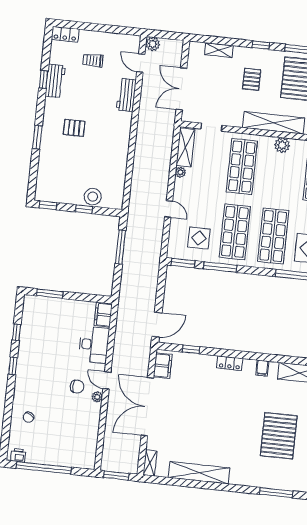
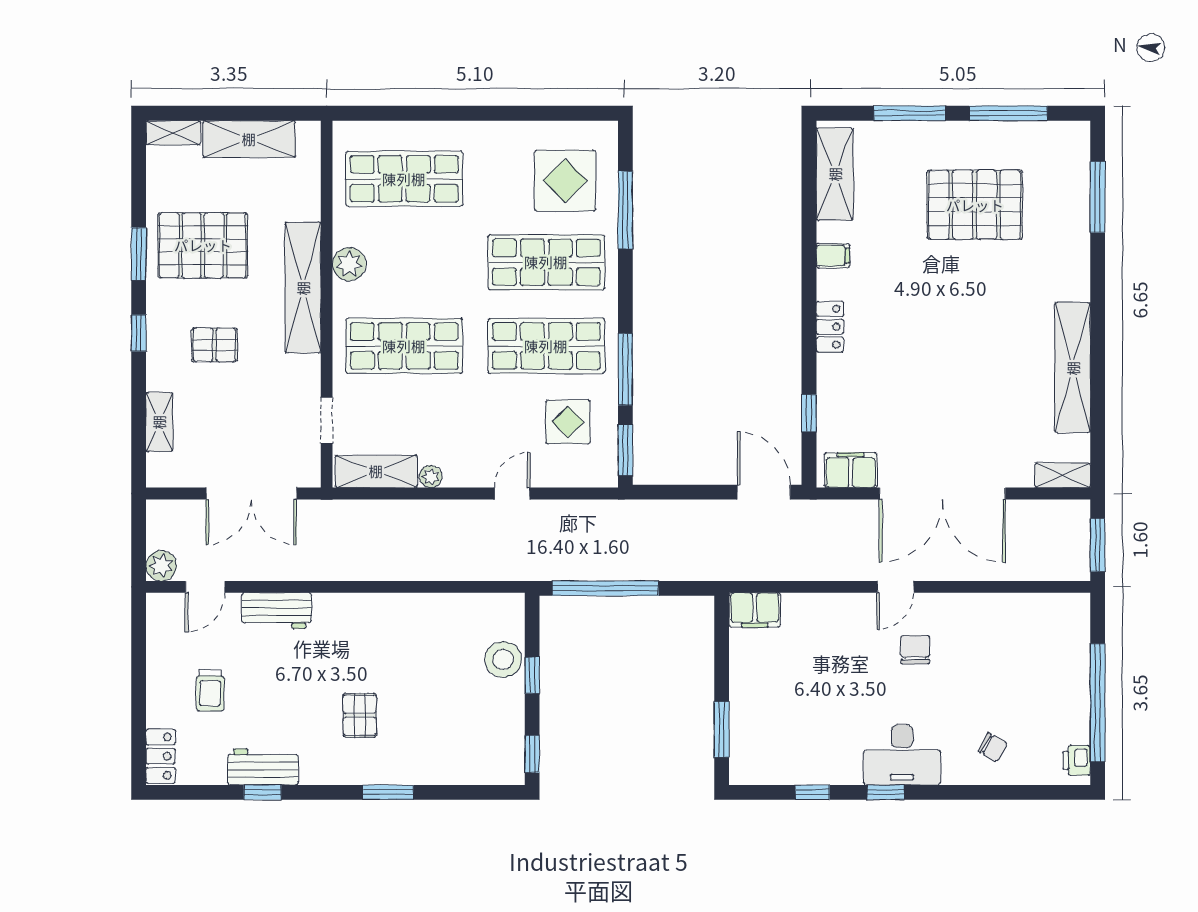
window: (120, 247) -> (605, 588), width x1.46
desk: (94, 345) -> (902, 755), moved, turned 180
plant: (97, 397) -> (933, 604), removed

